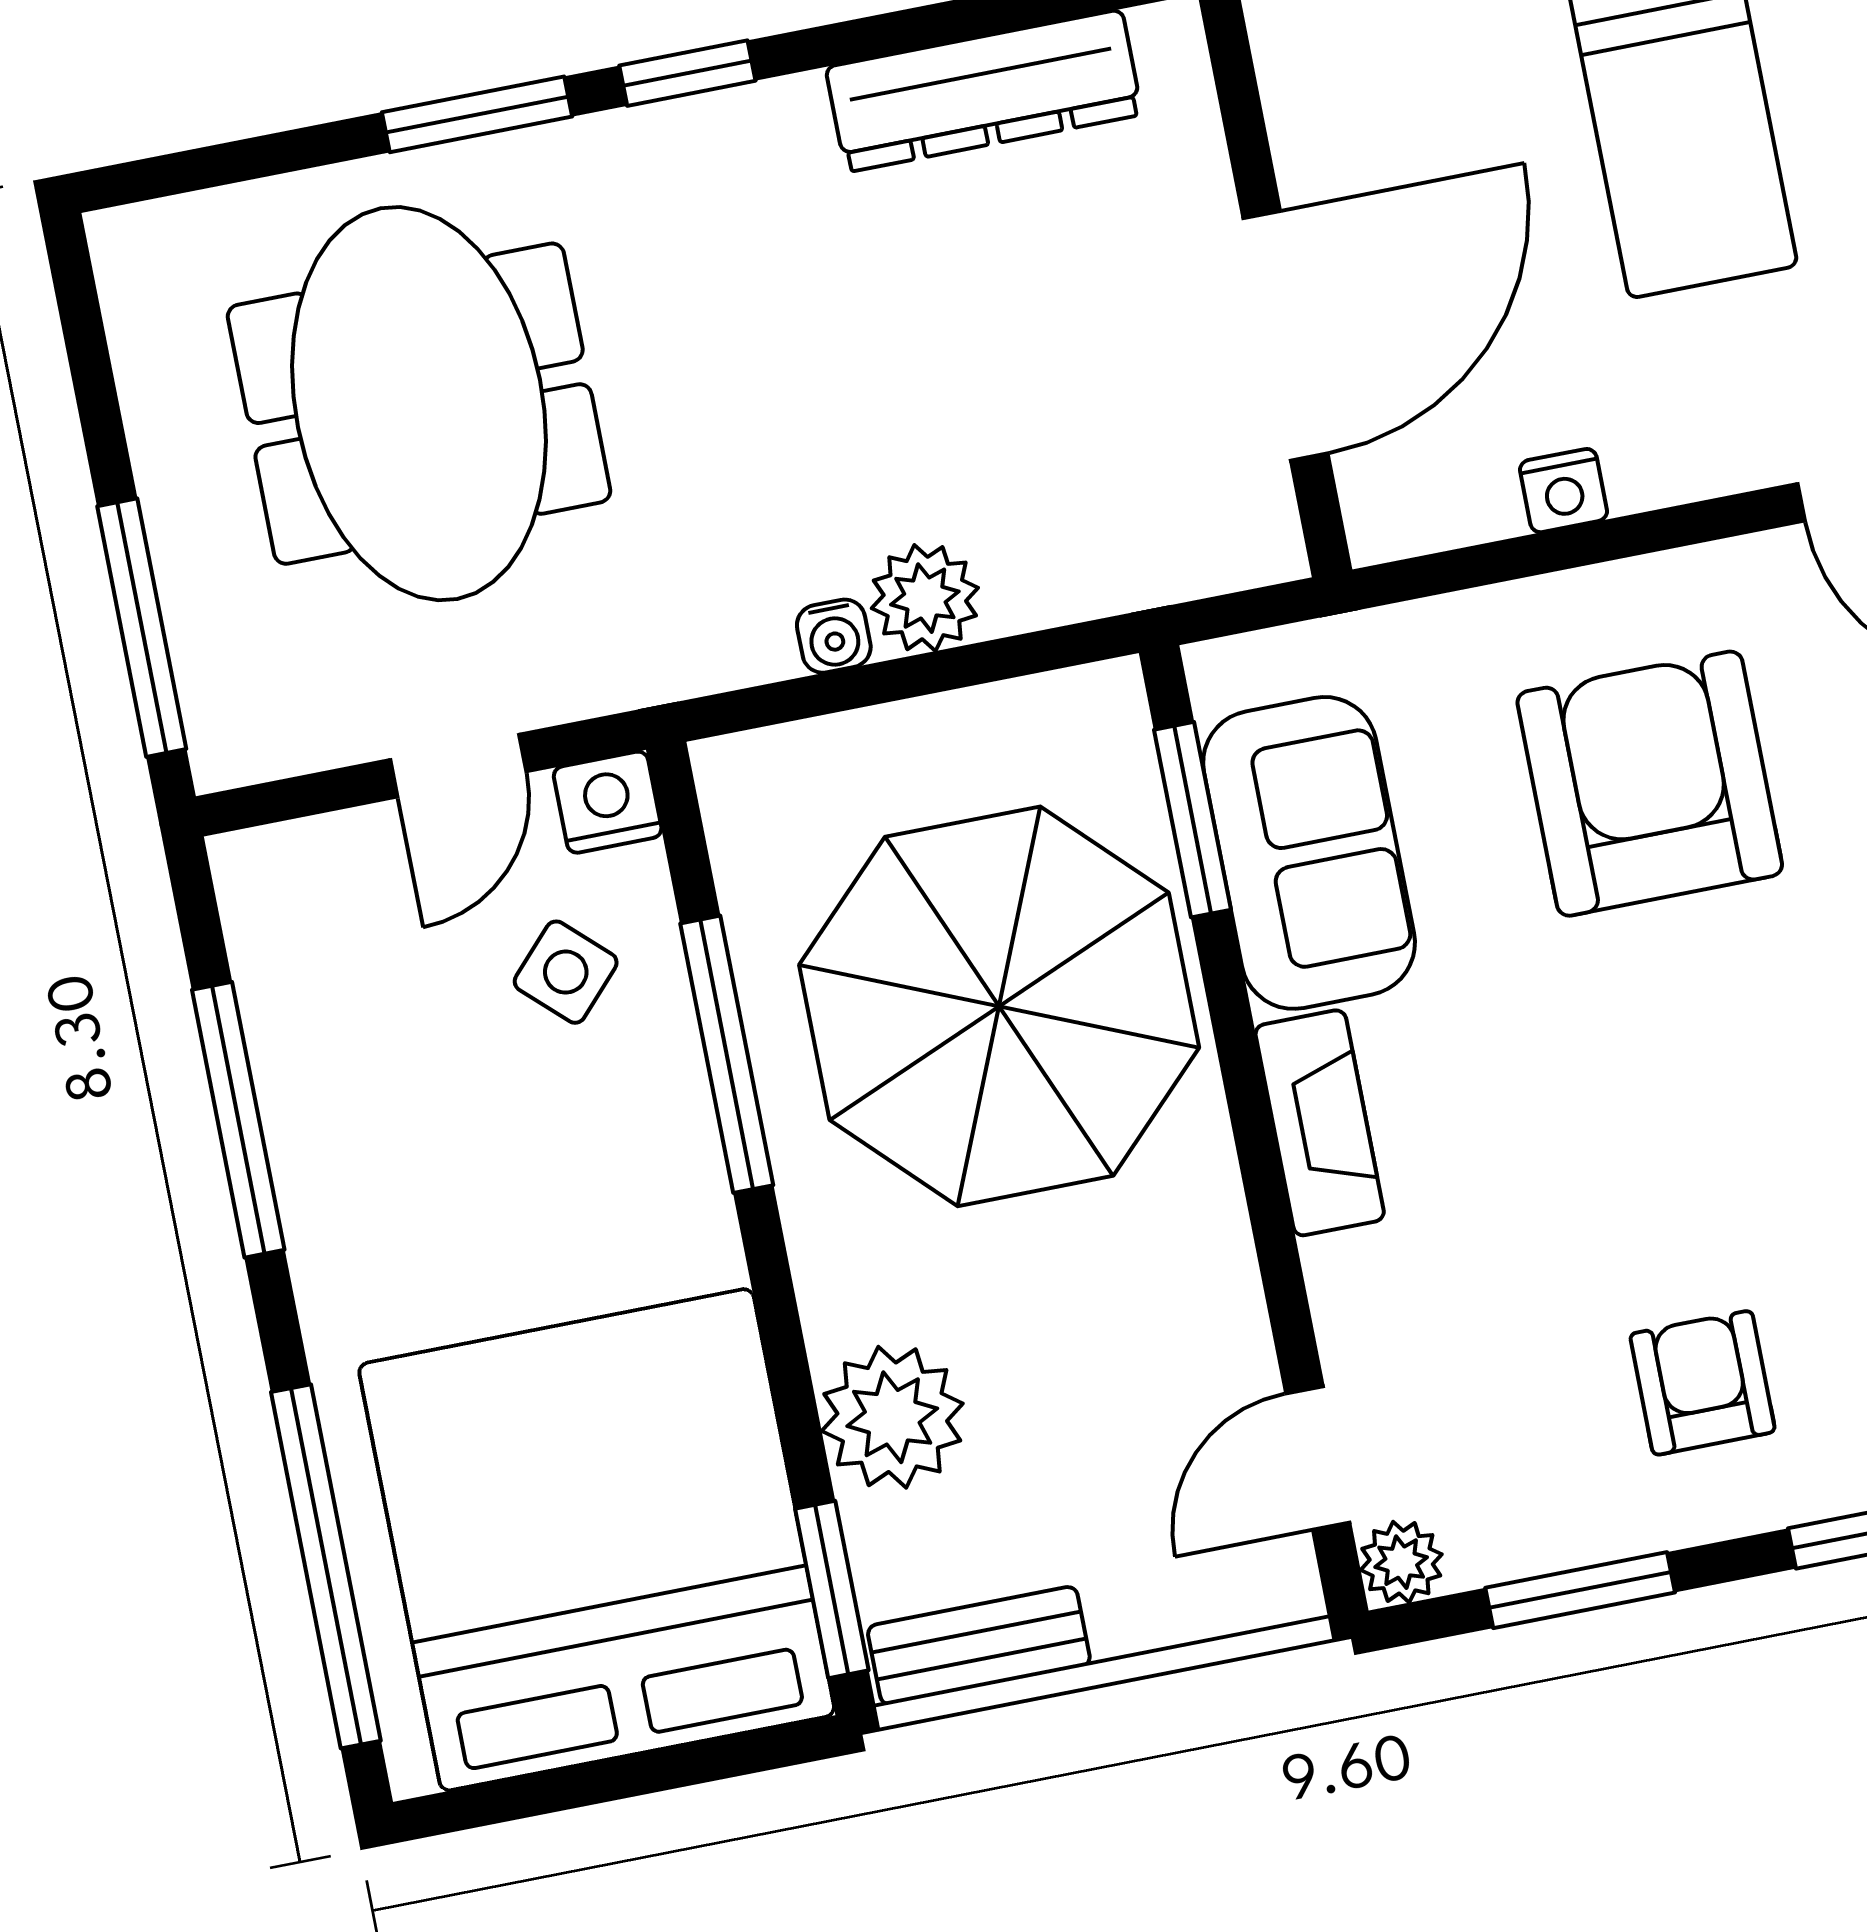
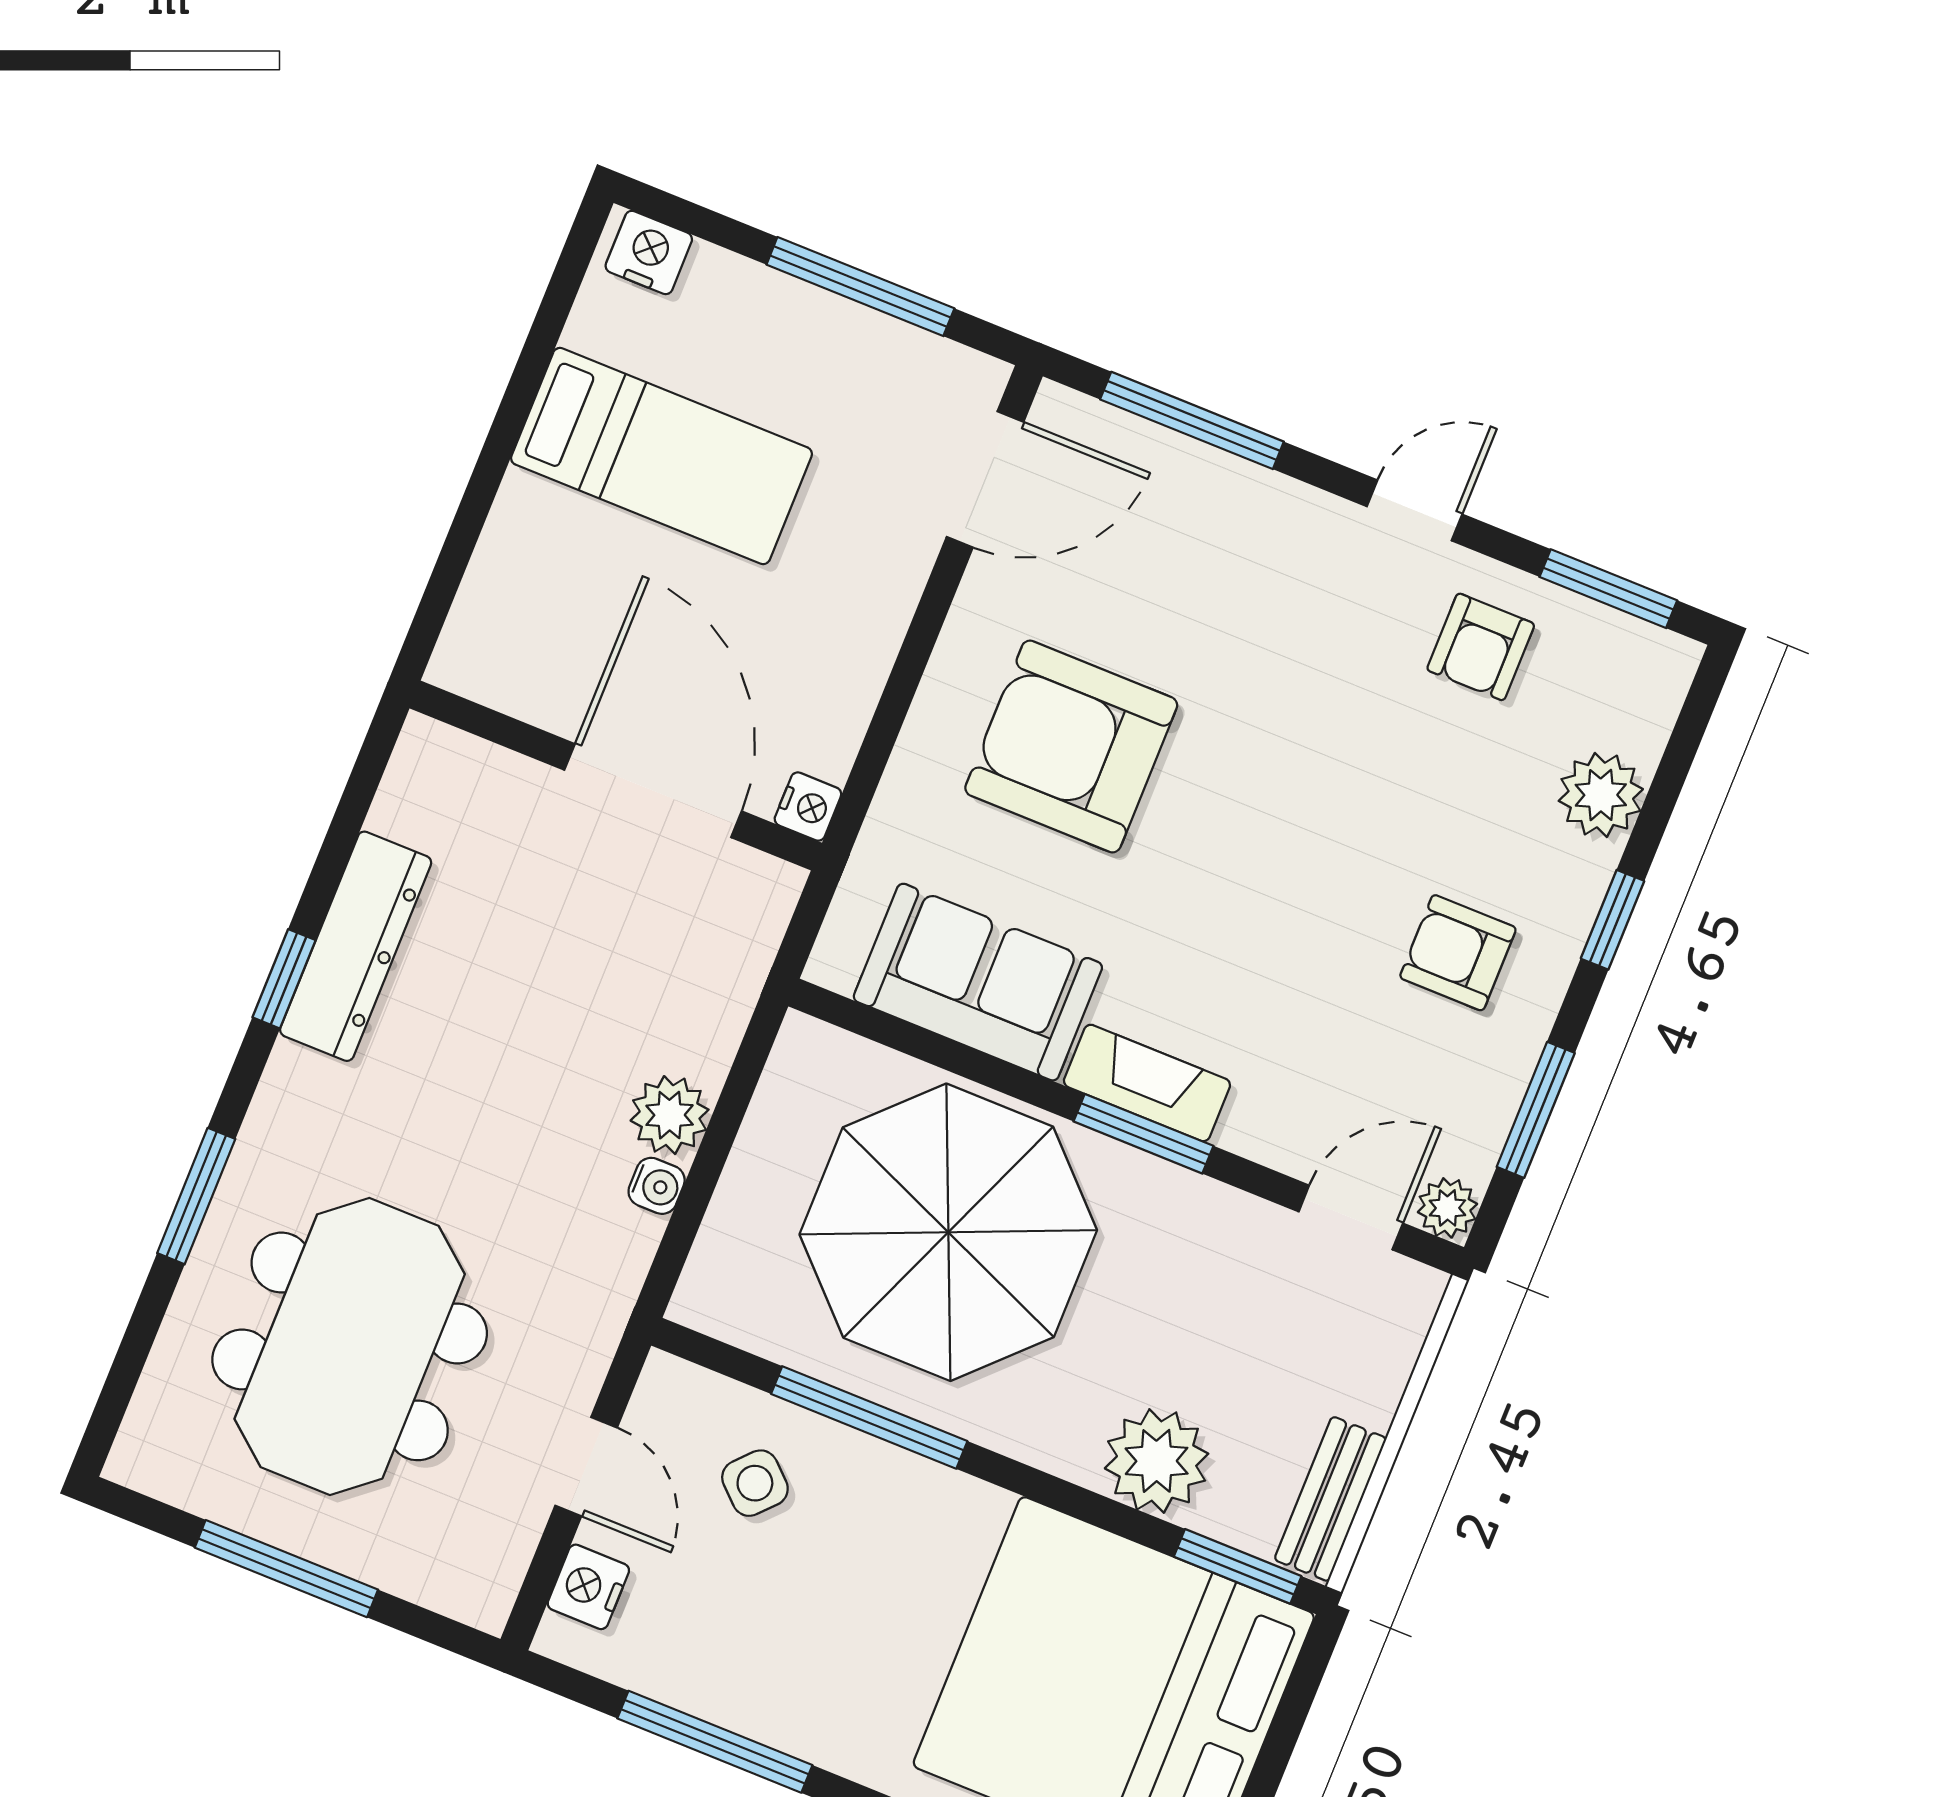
window: (687, 73) -> (284, 979), moved
dresser: (984, 91) -> (356, 946), moved
meeting table: (419, 404) -> (350, 1346), turned 90
nightstand: (1564, 491) -> (808, 807), moved
window: (142, 628) -> (286, 1569), moved
nightstand: (608, 802) -> (588, 1587), moved
window: (1193, 820) -> (1143, 1134), moved
door: (1318, 1458) -> (1351, 1217), swing flipped

